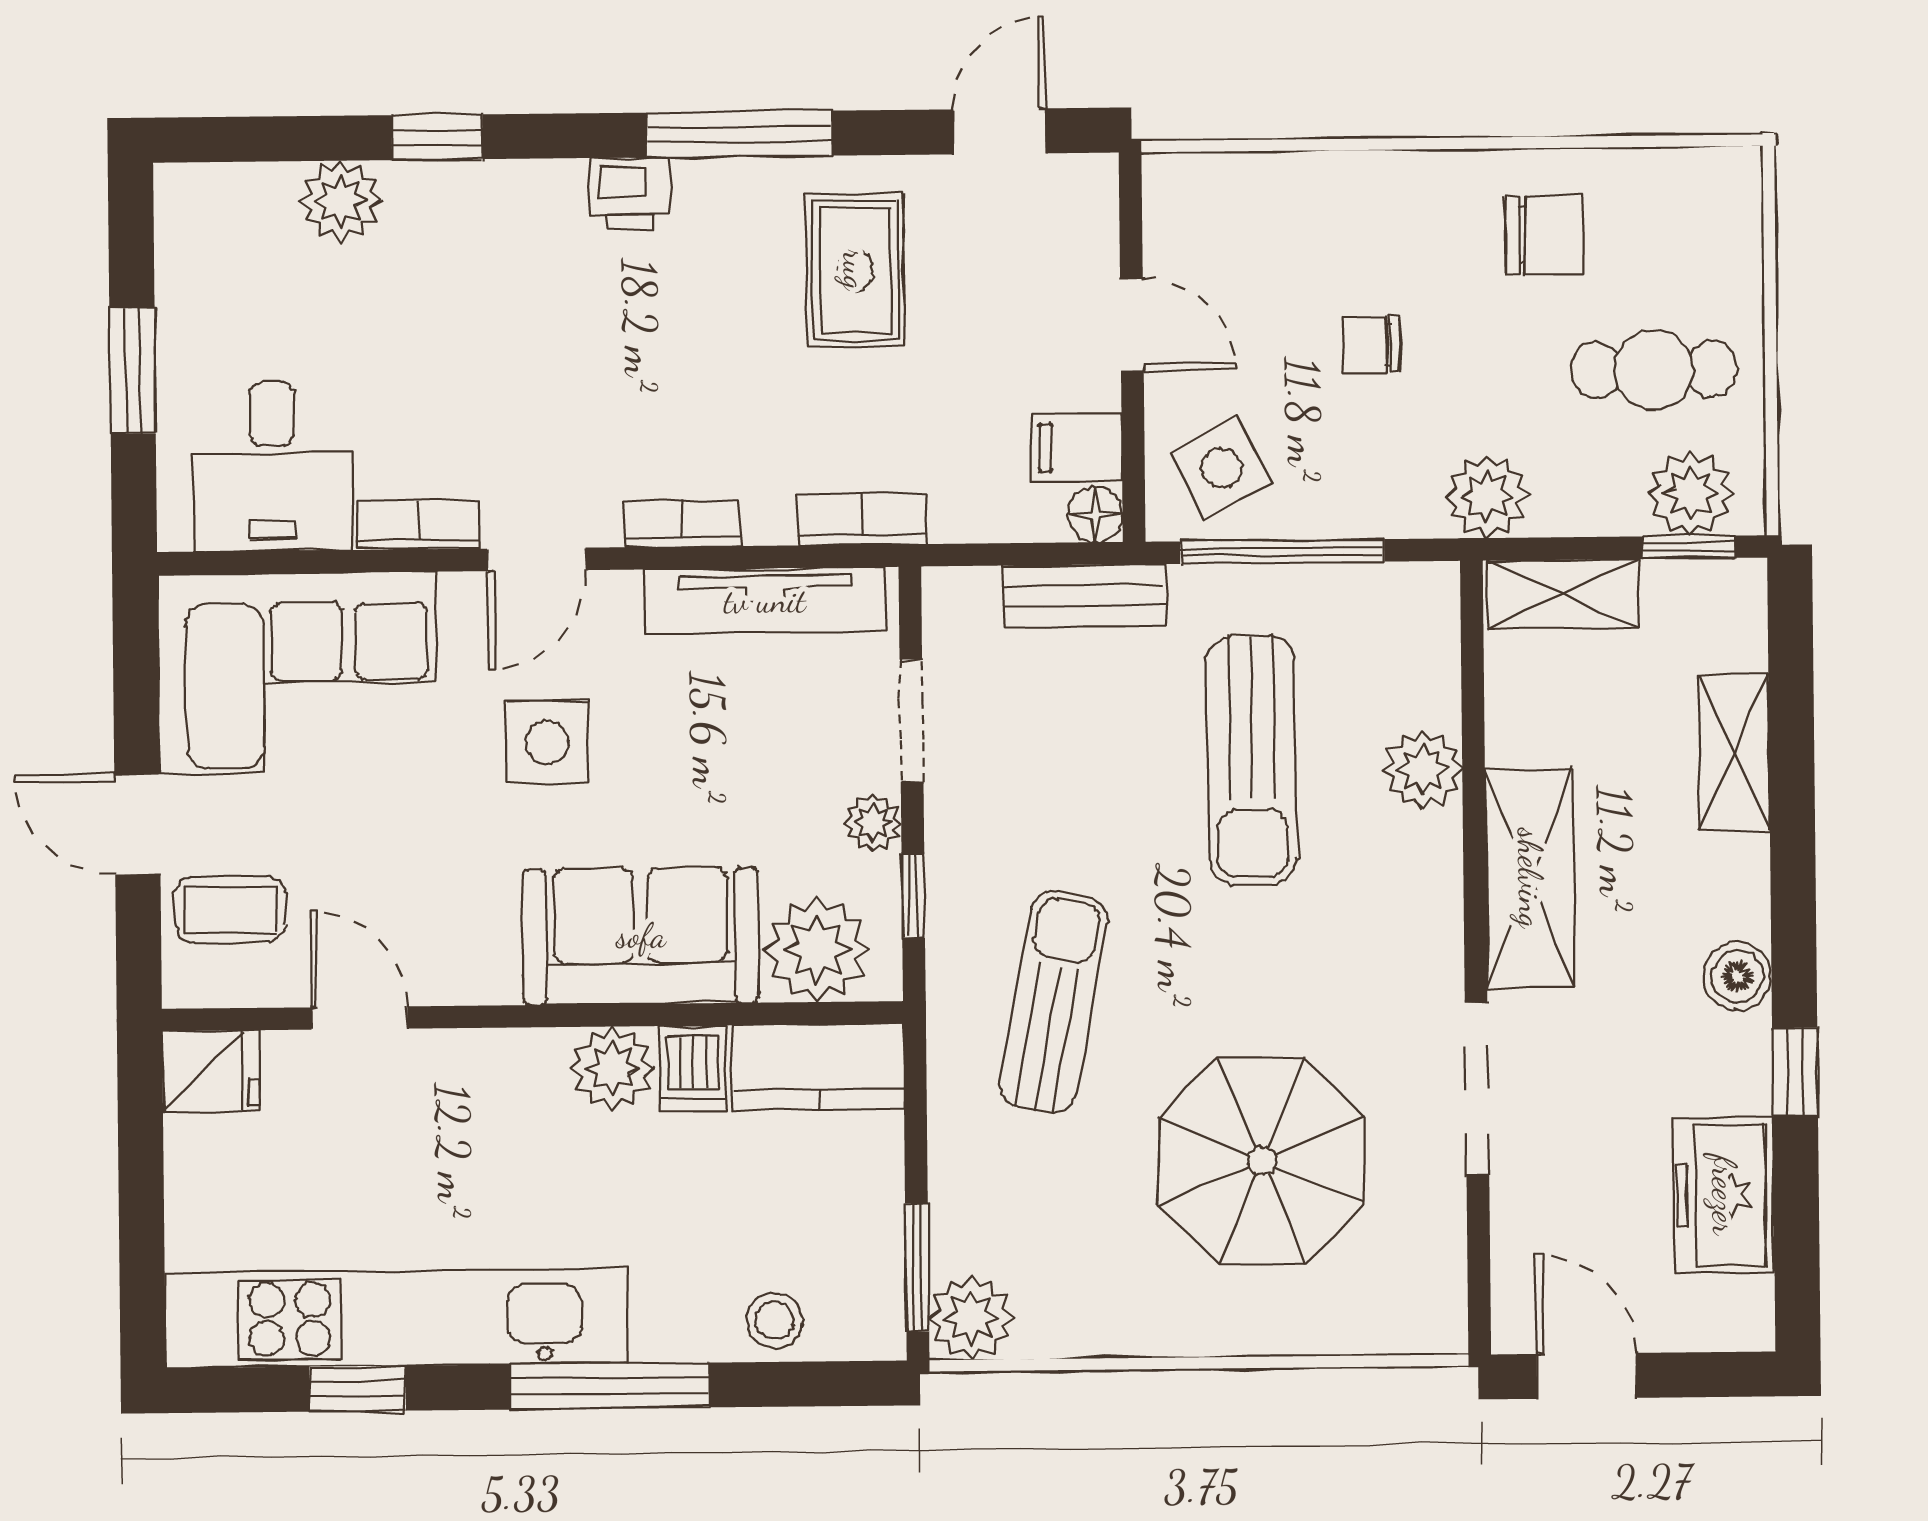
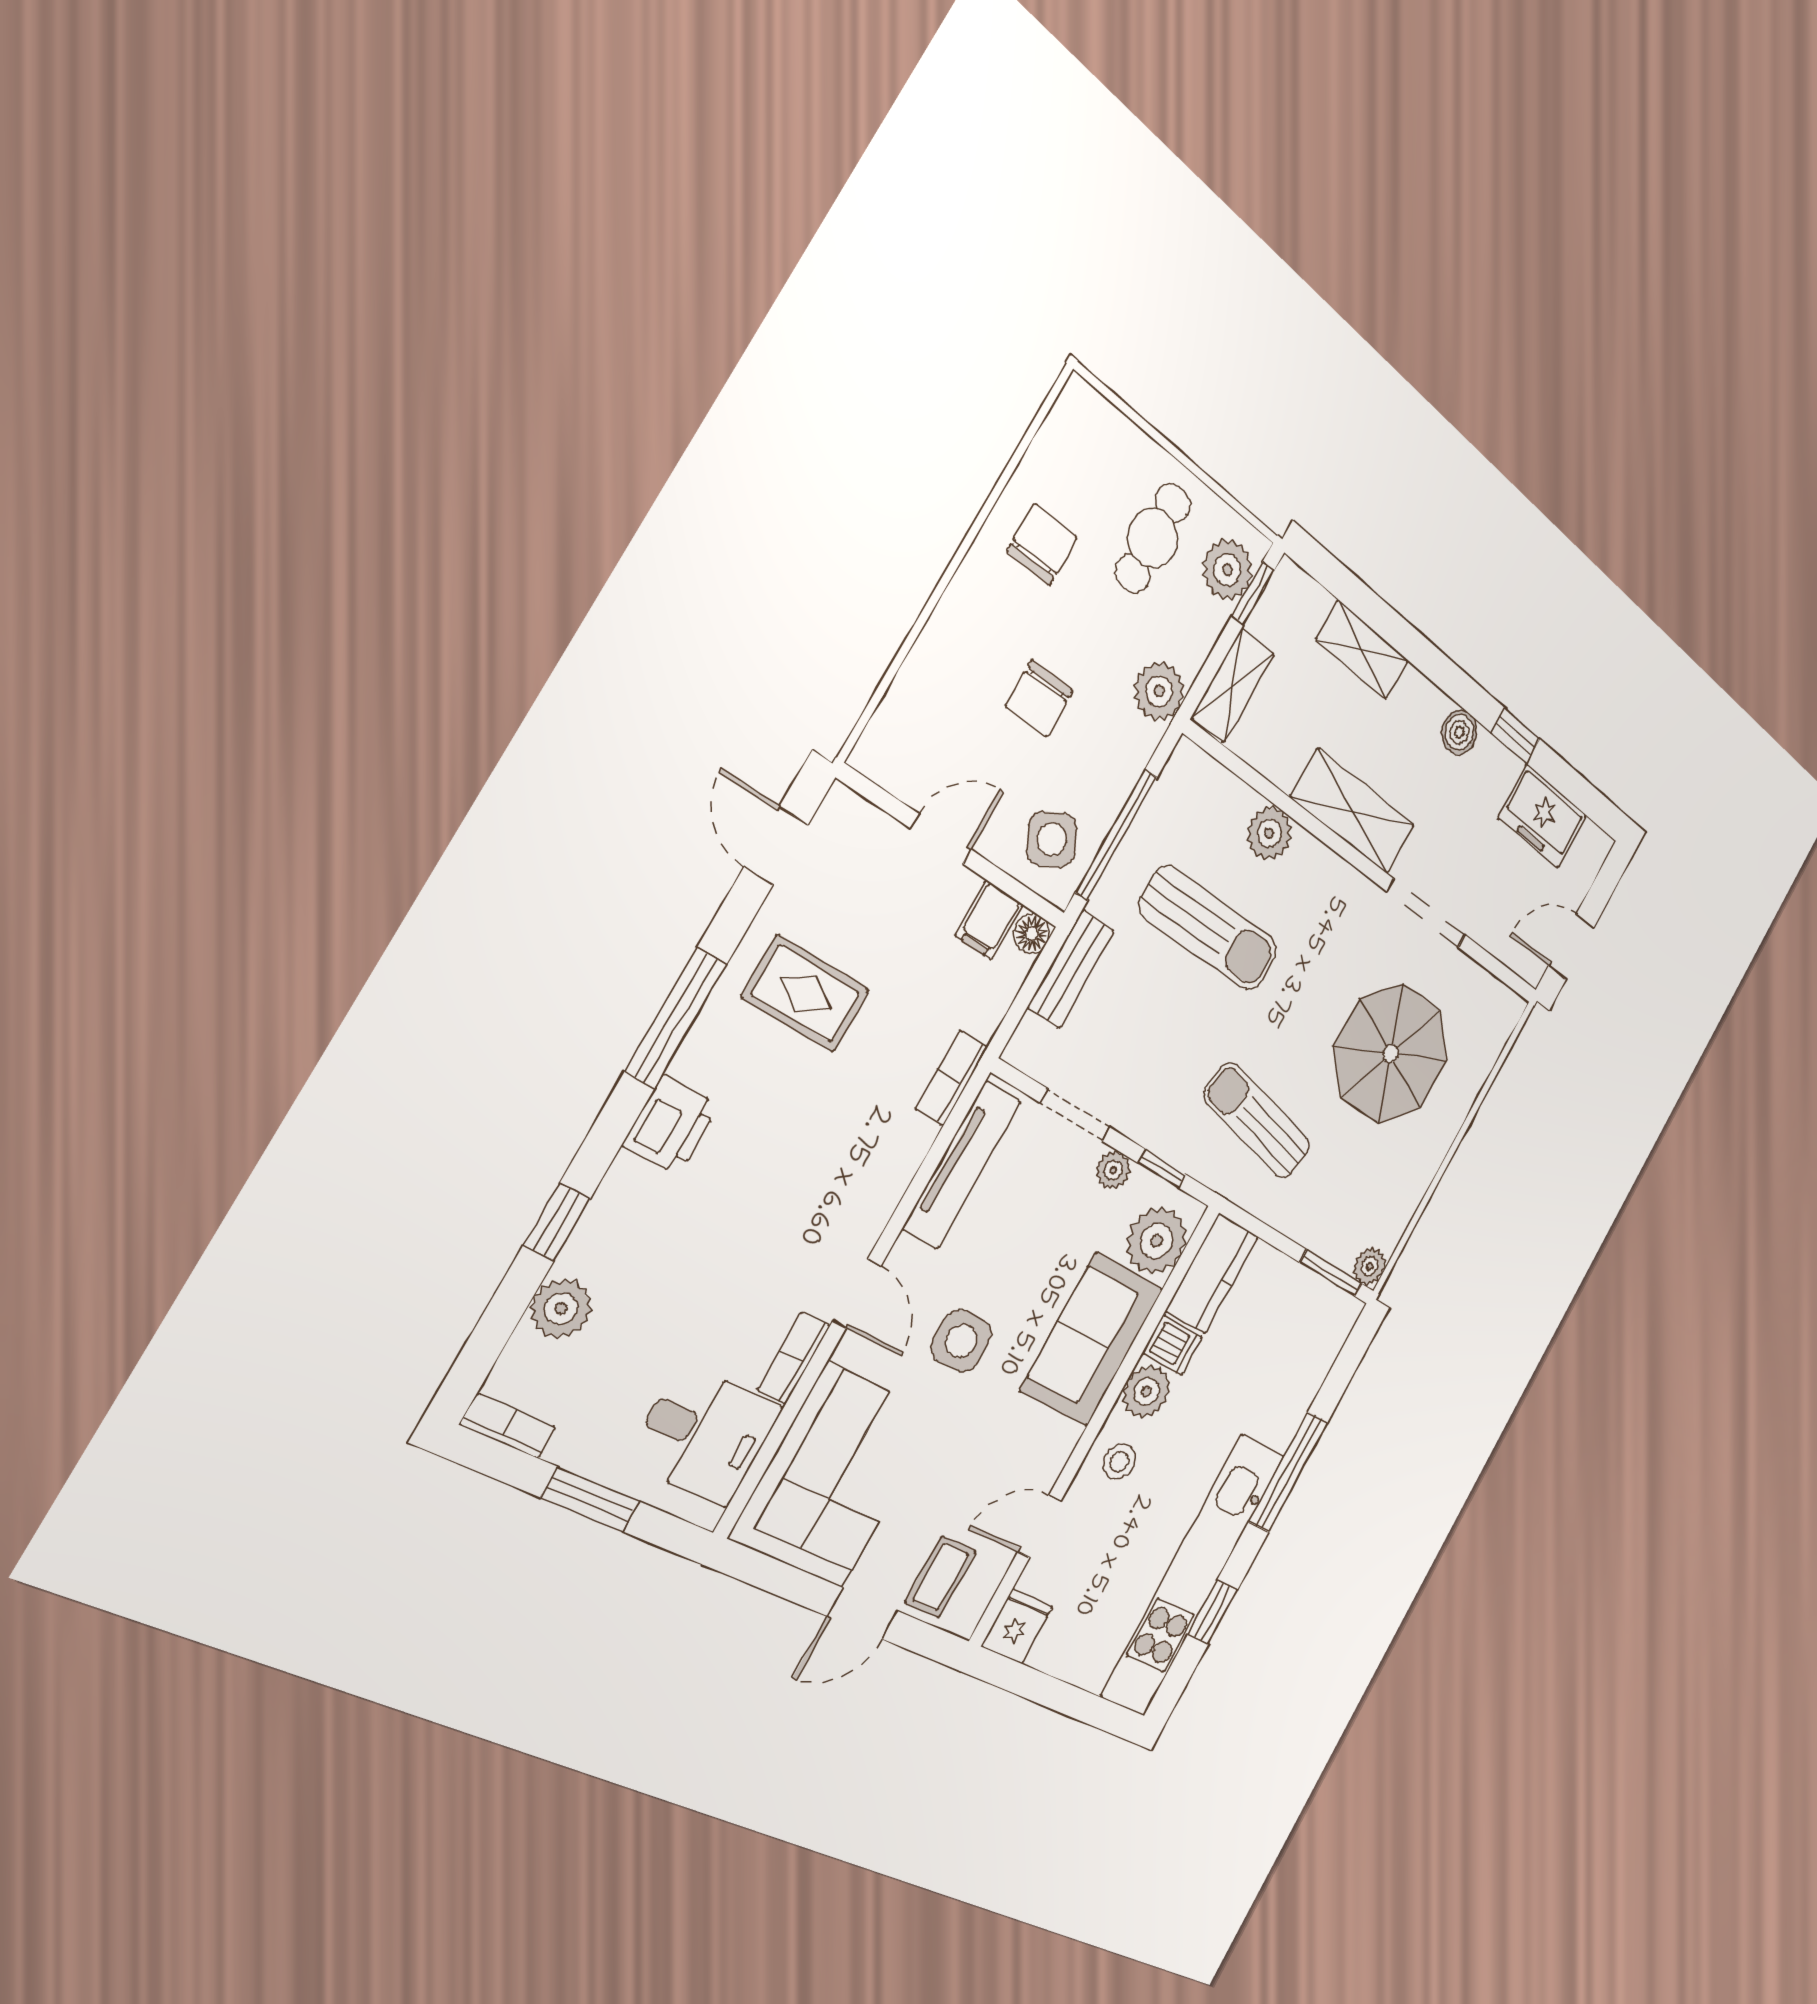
printer: (630, 193) -> (671, 1125), width x1.36, depth x1.24
chair: (1372, 345) -> (1039, 699), width x1.37, depth x1.37
bookcase: (682, 523) -> (508, 1426), moved, turned 90
plant: (971, 1318) -> (1370, 1266), width x0.73, depth x0.73
stool: (774, 1320) -> (1119, 1462), moved

